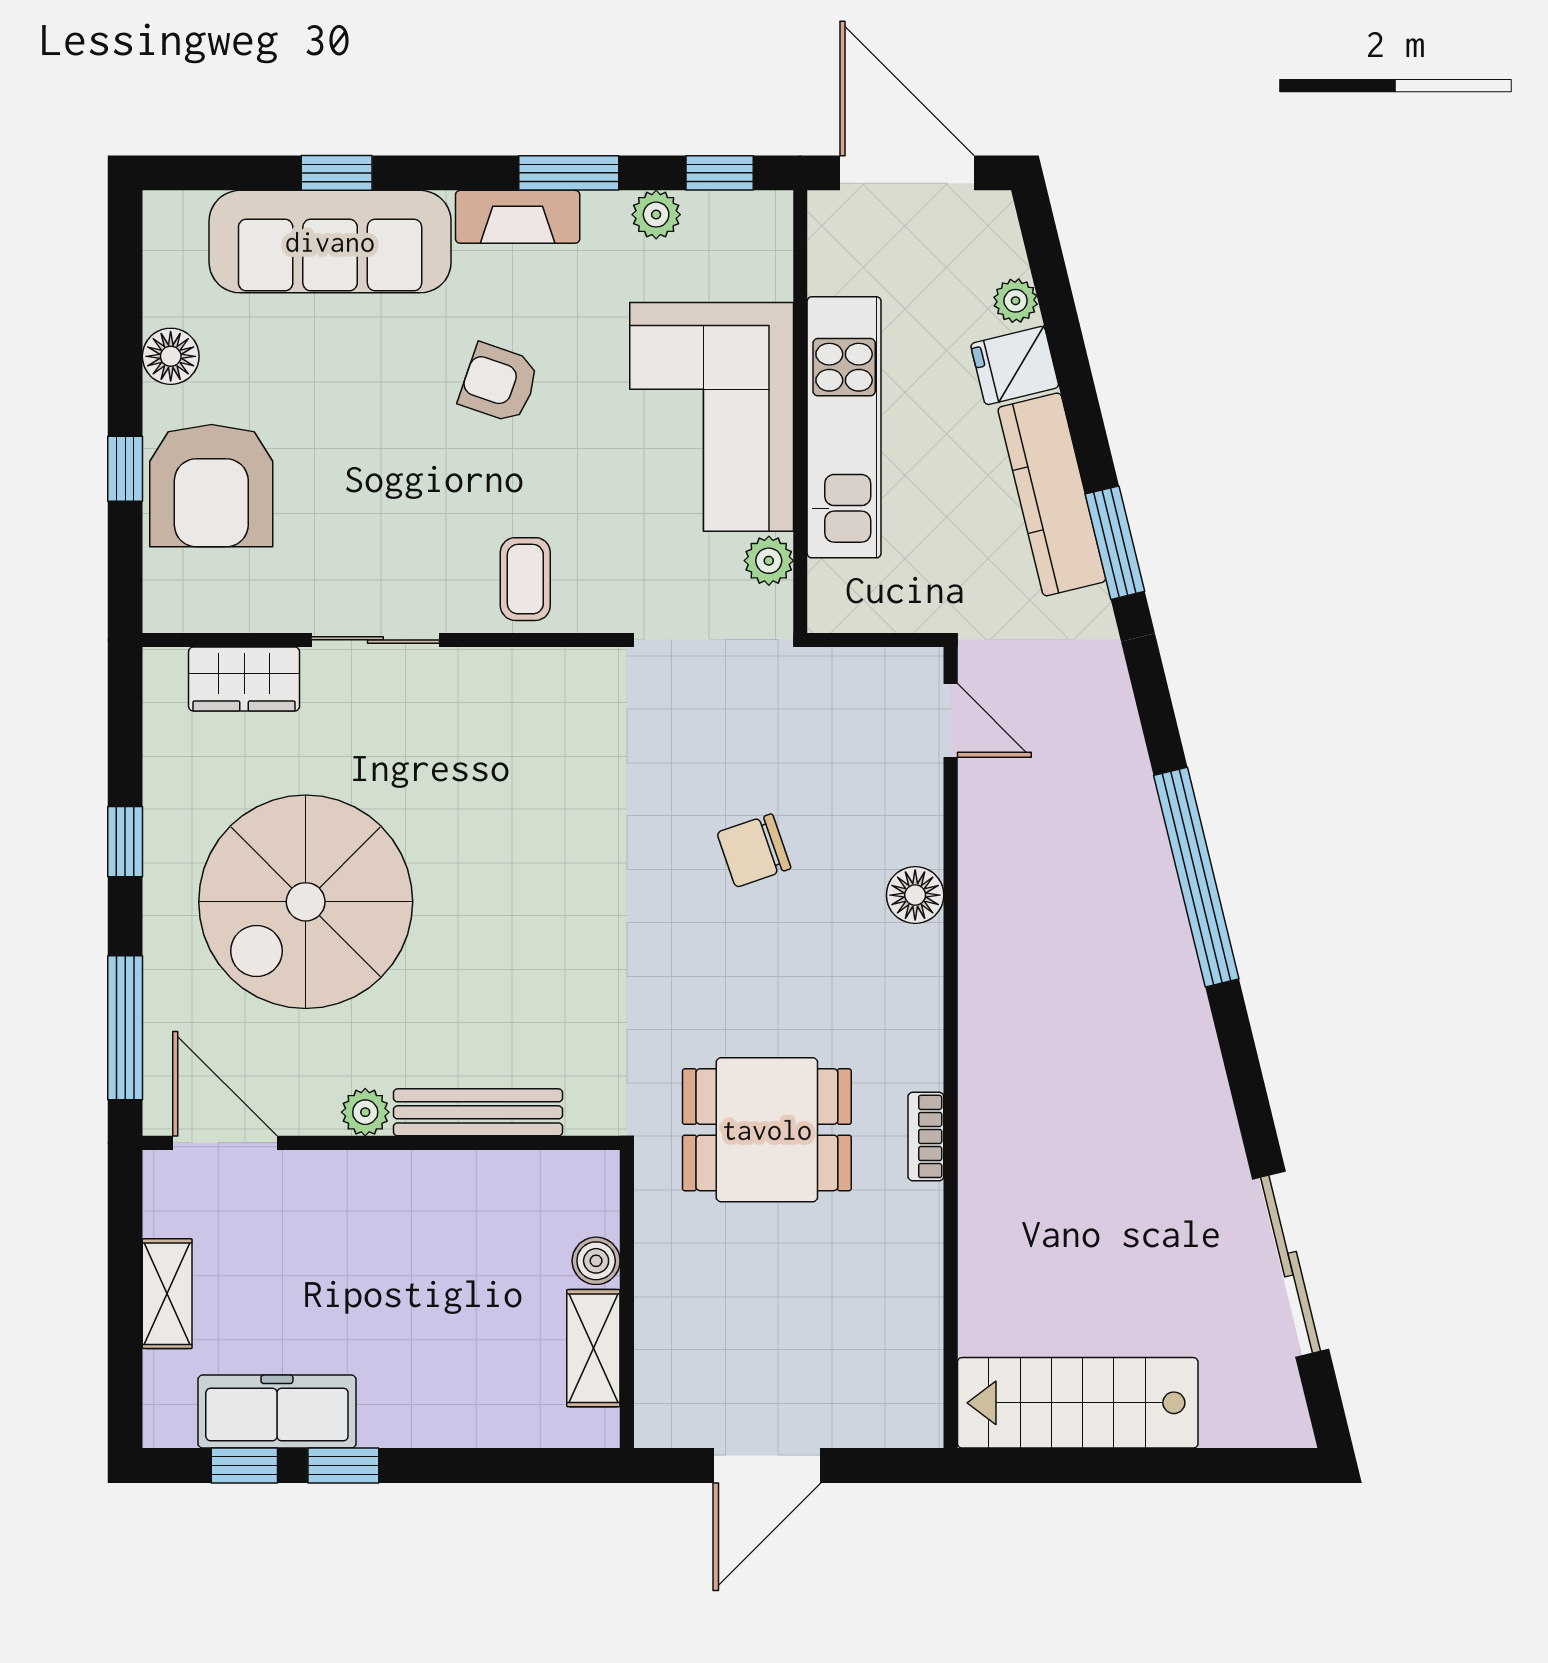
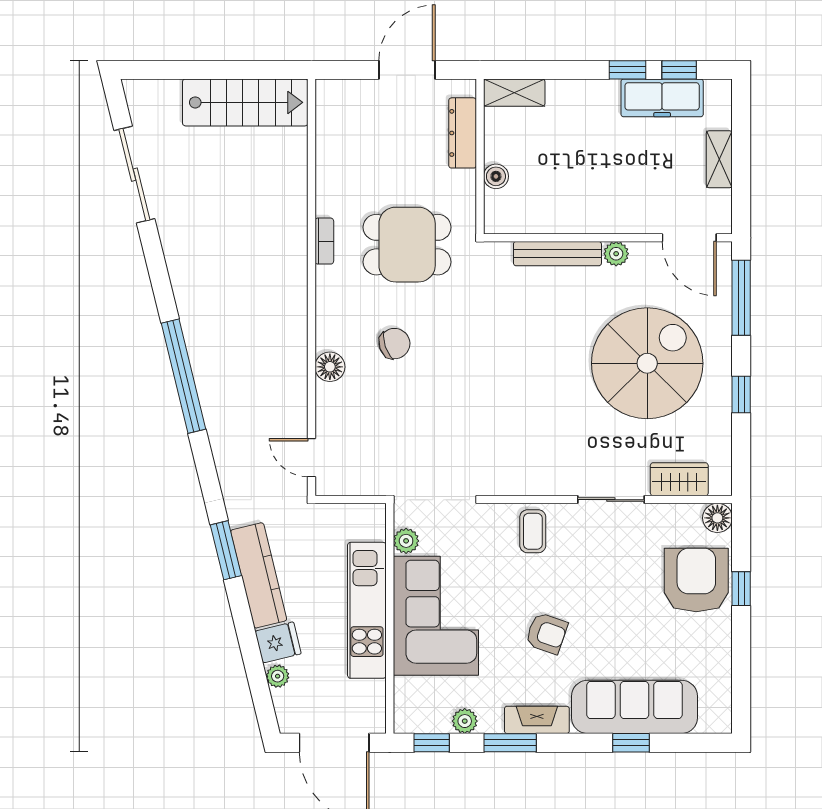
floor lamp: (171, 356) -> (717, 518), moved
chair: (754, 850) -> (394, 344), moved
dresser: (660, 1344) -> (463, 133), added
shelving: (593, 1348) -> (514, 93), moved, turned 90

